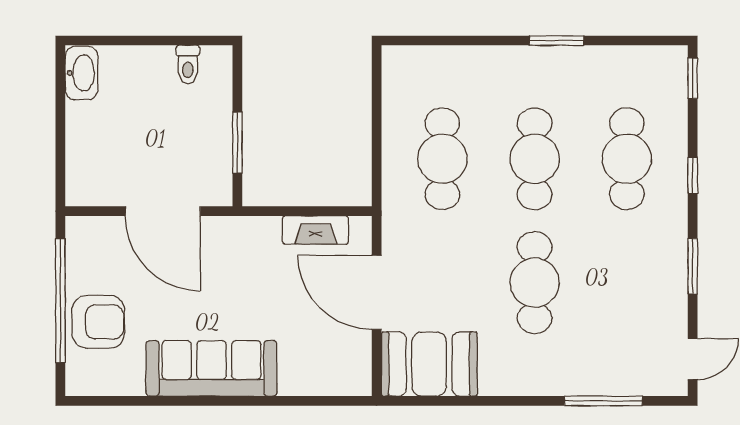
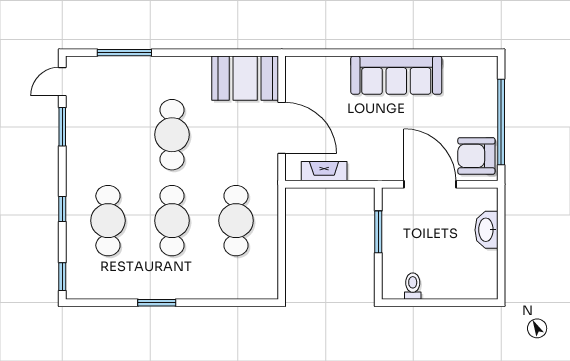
washbasin: (81, 73) -> (487, 230), moved
window: (693, 266) -> (62, 127), moved
armchair: (98, 322) -> (476, 156), moved

